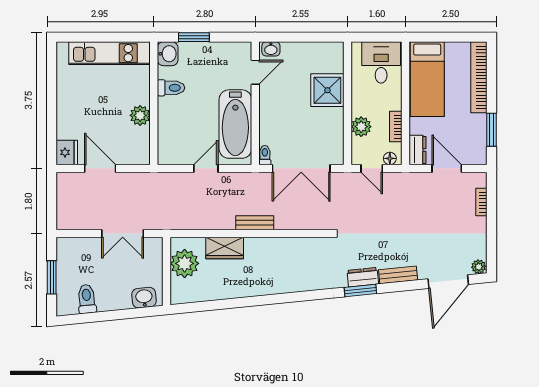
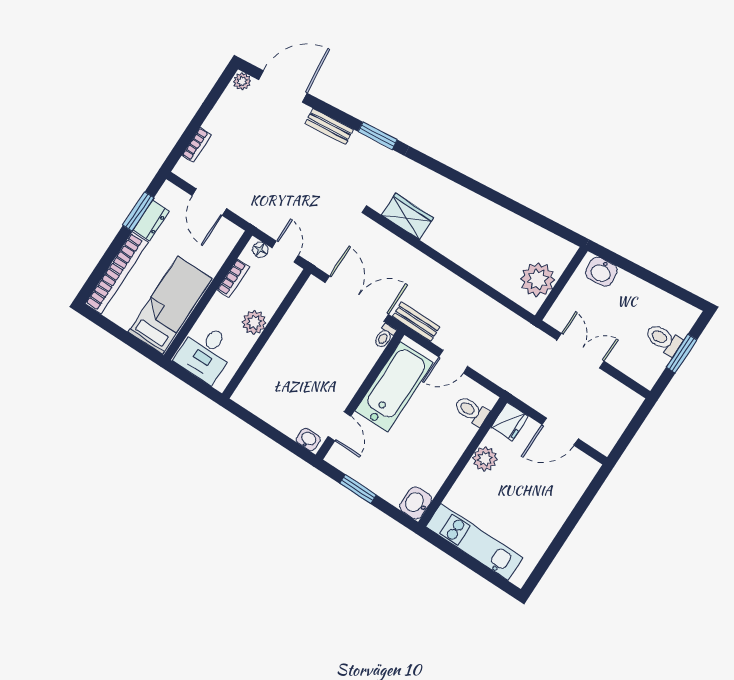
window: (194, 37) -> (358, 489), moved
door: (255, 72) -> (339, 426), swing flipped
toilet: (171, 88) -> (471, 411), moved
shower: (327, 90) -> (278, 360), removed
plant: (361, 127) -> (254, 322), moved
dresser: (417, 150) -> (151, 221), moved, turned 180
fridge: (67, 152) -> (510, 422), moved, turned 180
door: (100, 168) -> (560, 432), hinge flipped
bench: (255, 223) -> (416, 322), moved
wardrobe: (225, 248) -> (408, 217), moved
dresser: (363, 277) -> (366, 147), removed
toilet: (87, 299) -> (663, 339), moved, turned 96

